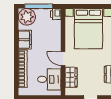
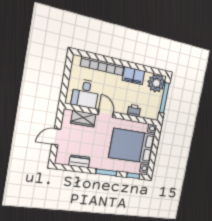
printer: (56, 14) -> (134, 111), moved
door: (63, 59) -> (106, 113), hinge flipped

